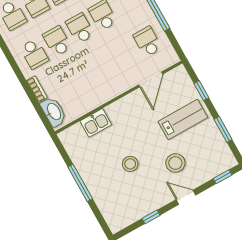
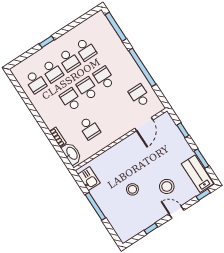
school desk: (34, 54) -> (89, 128), moved
lab bench: (183, 119) -> (197, 174), moved, turned -90
kitchen sink: (96, 123) -> (89, 179), moved, turned -90

